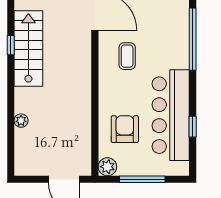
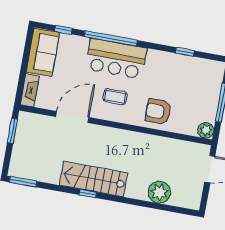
bar counter: (171, 115) -> (116, 59), moved, width x0.73
plant: (21, 121) -> (159, 192), width x1.87, depth x1.87
armchair: (125, 129) -> (158, 112), moved

